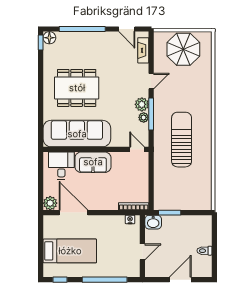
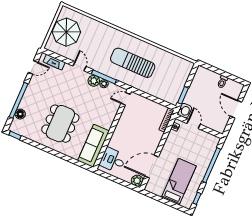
floor lamp: (49, 38) -> (20, 114), moved
sofa: (77, 134) -> (93, 146), width x0.74, depth x0.79
sofa: (93, 162) -> (121, 136), removed
door: (142, 252) -> (194, 124), moved

